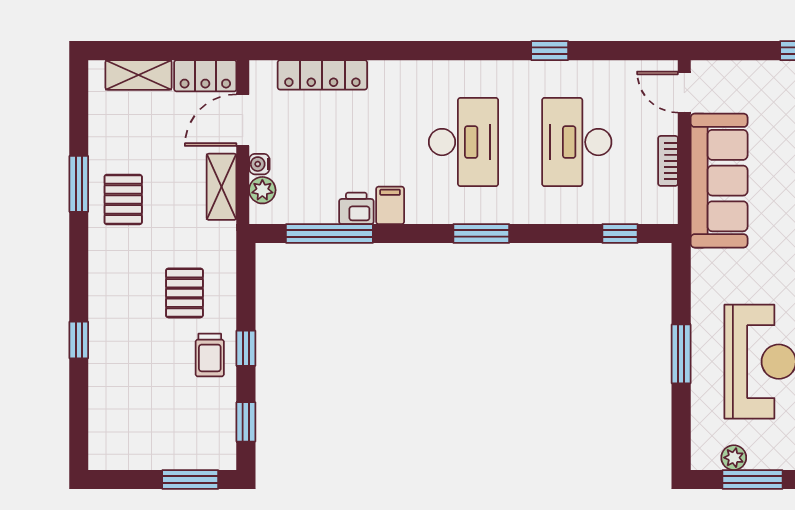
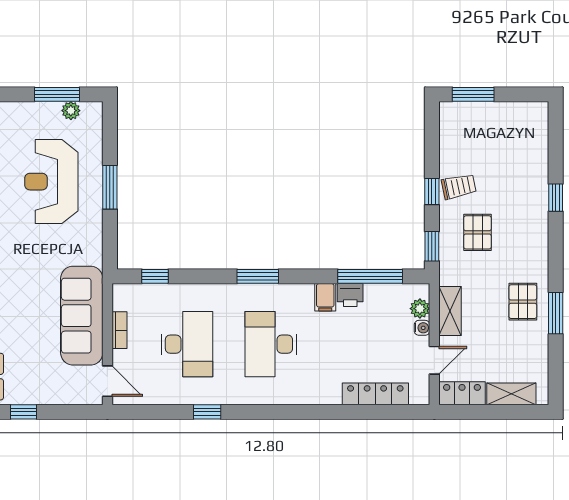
door: (243, 120) -> (434, 360), width x0.73
trolley: (210, 355) -> (459, 187), turned 78
window: (246, 422) -> (432, 246), moved

